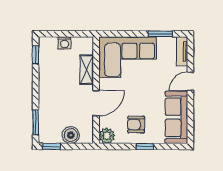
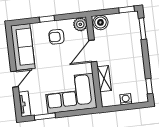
armchair: (136, 125) -> (56, 37), turned 180
boiler: (71, 135) -> (100, 22), moved

